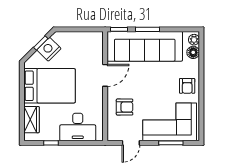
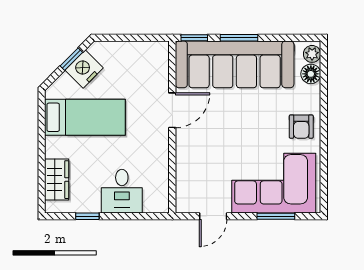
bed: (49, 86) -> (85, 117), width x0.67
armchair: (125, 107) -> (203, 160), removed
desk: (78, 127) -> (122, 191), width x0.73

